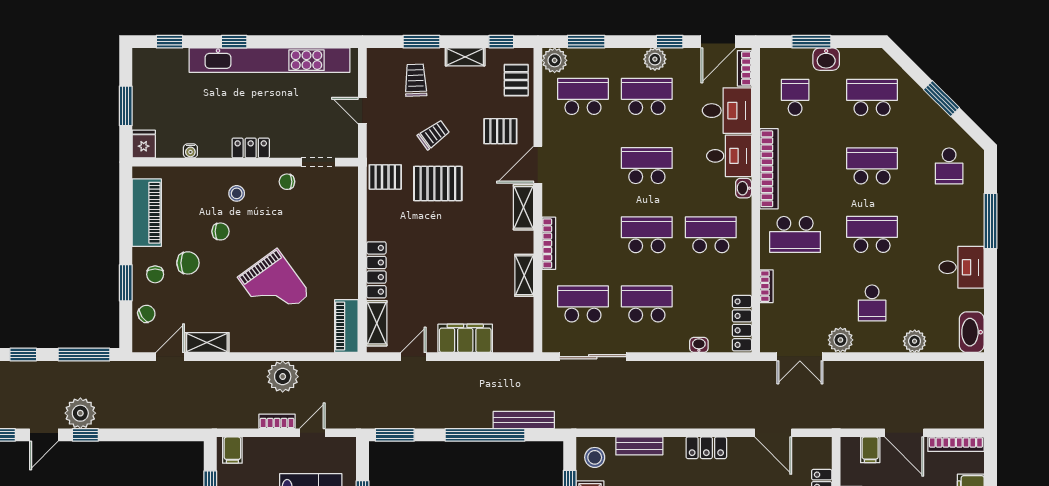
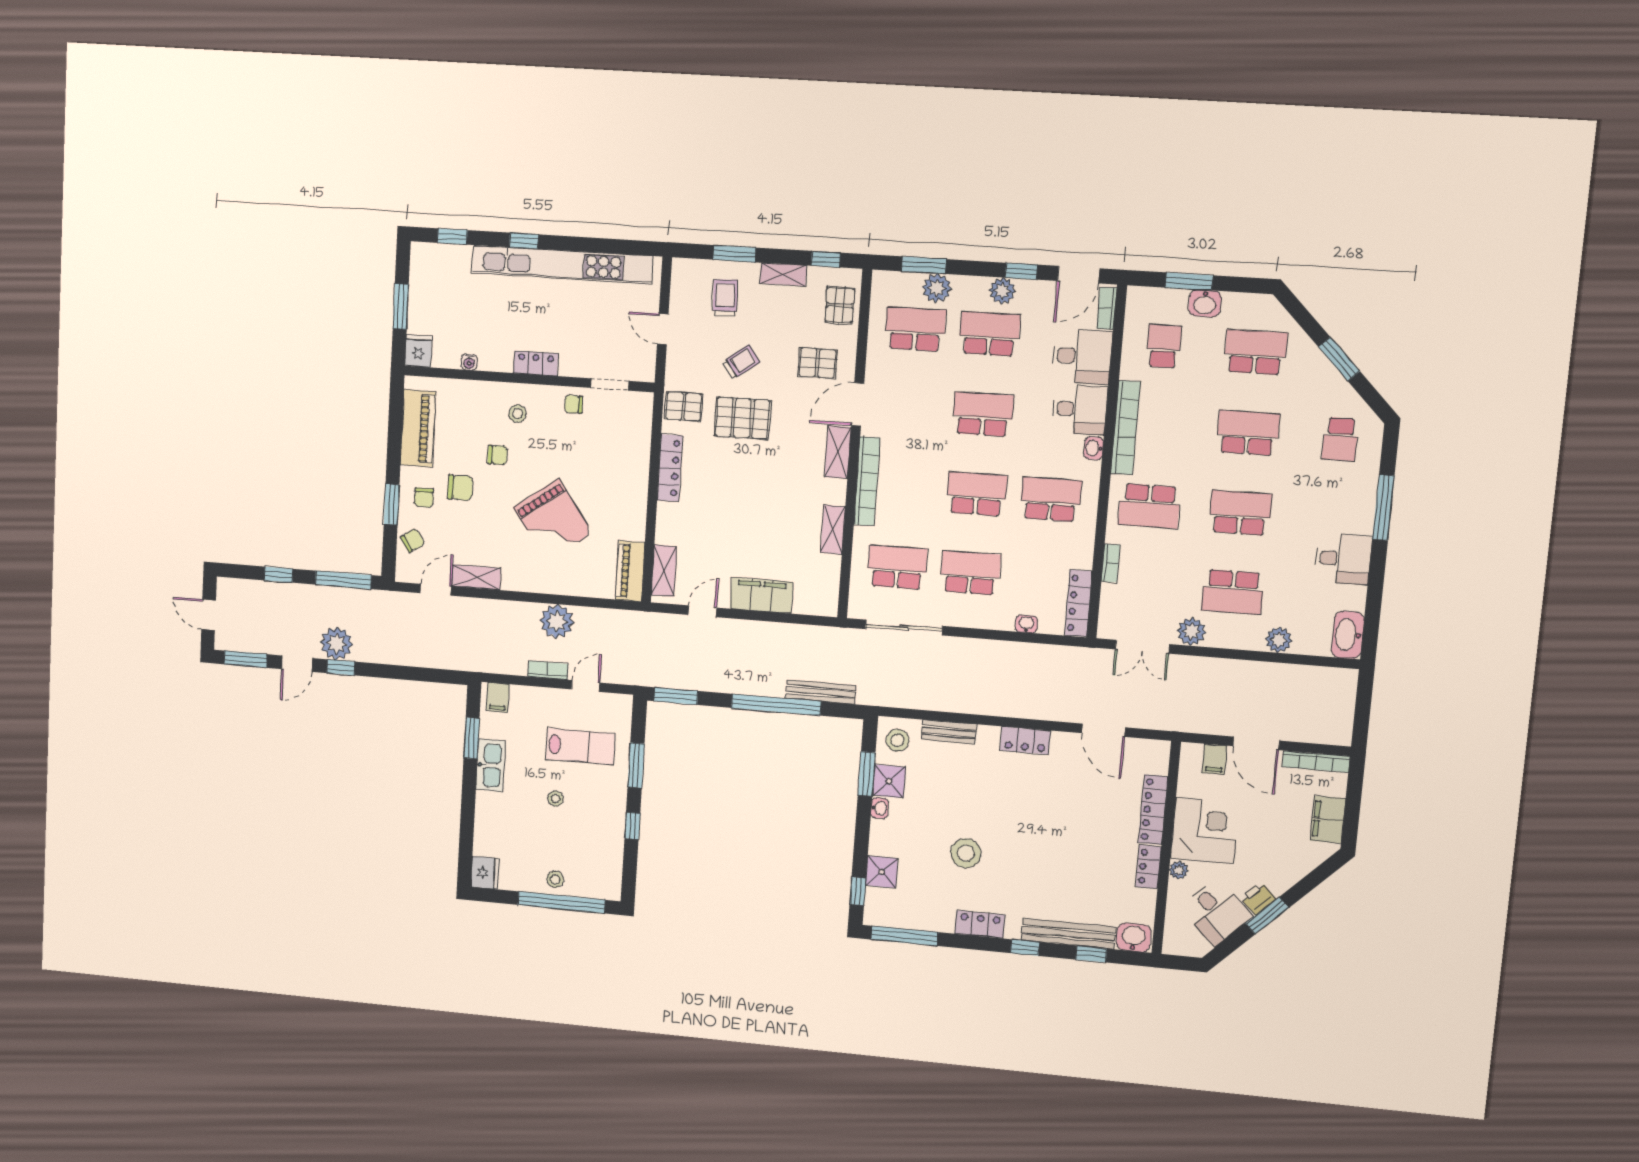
plant: (555, 60) -> (937, 288), moved
bookcase: (549, 243) -> (867, 481), width x1.48, depth x1.31
locker: (376, 270) -> (670, 468), moved
school desk: (872, 303) -> (1233, 592), width x1.85

